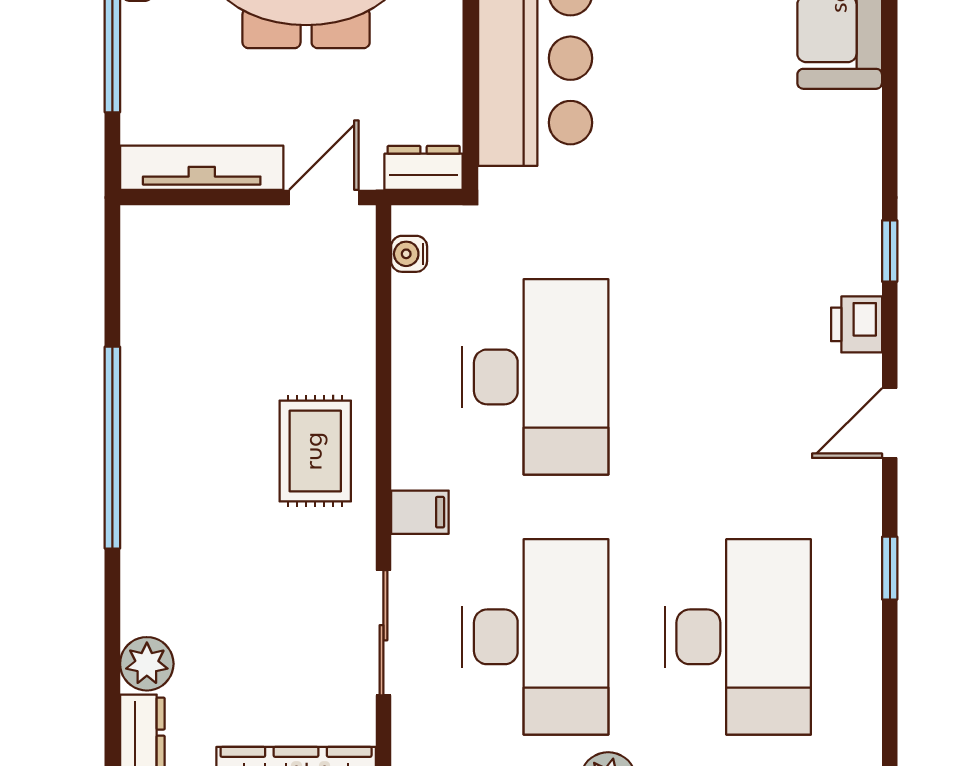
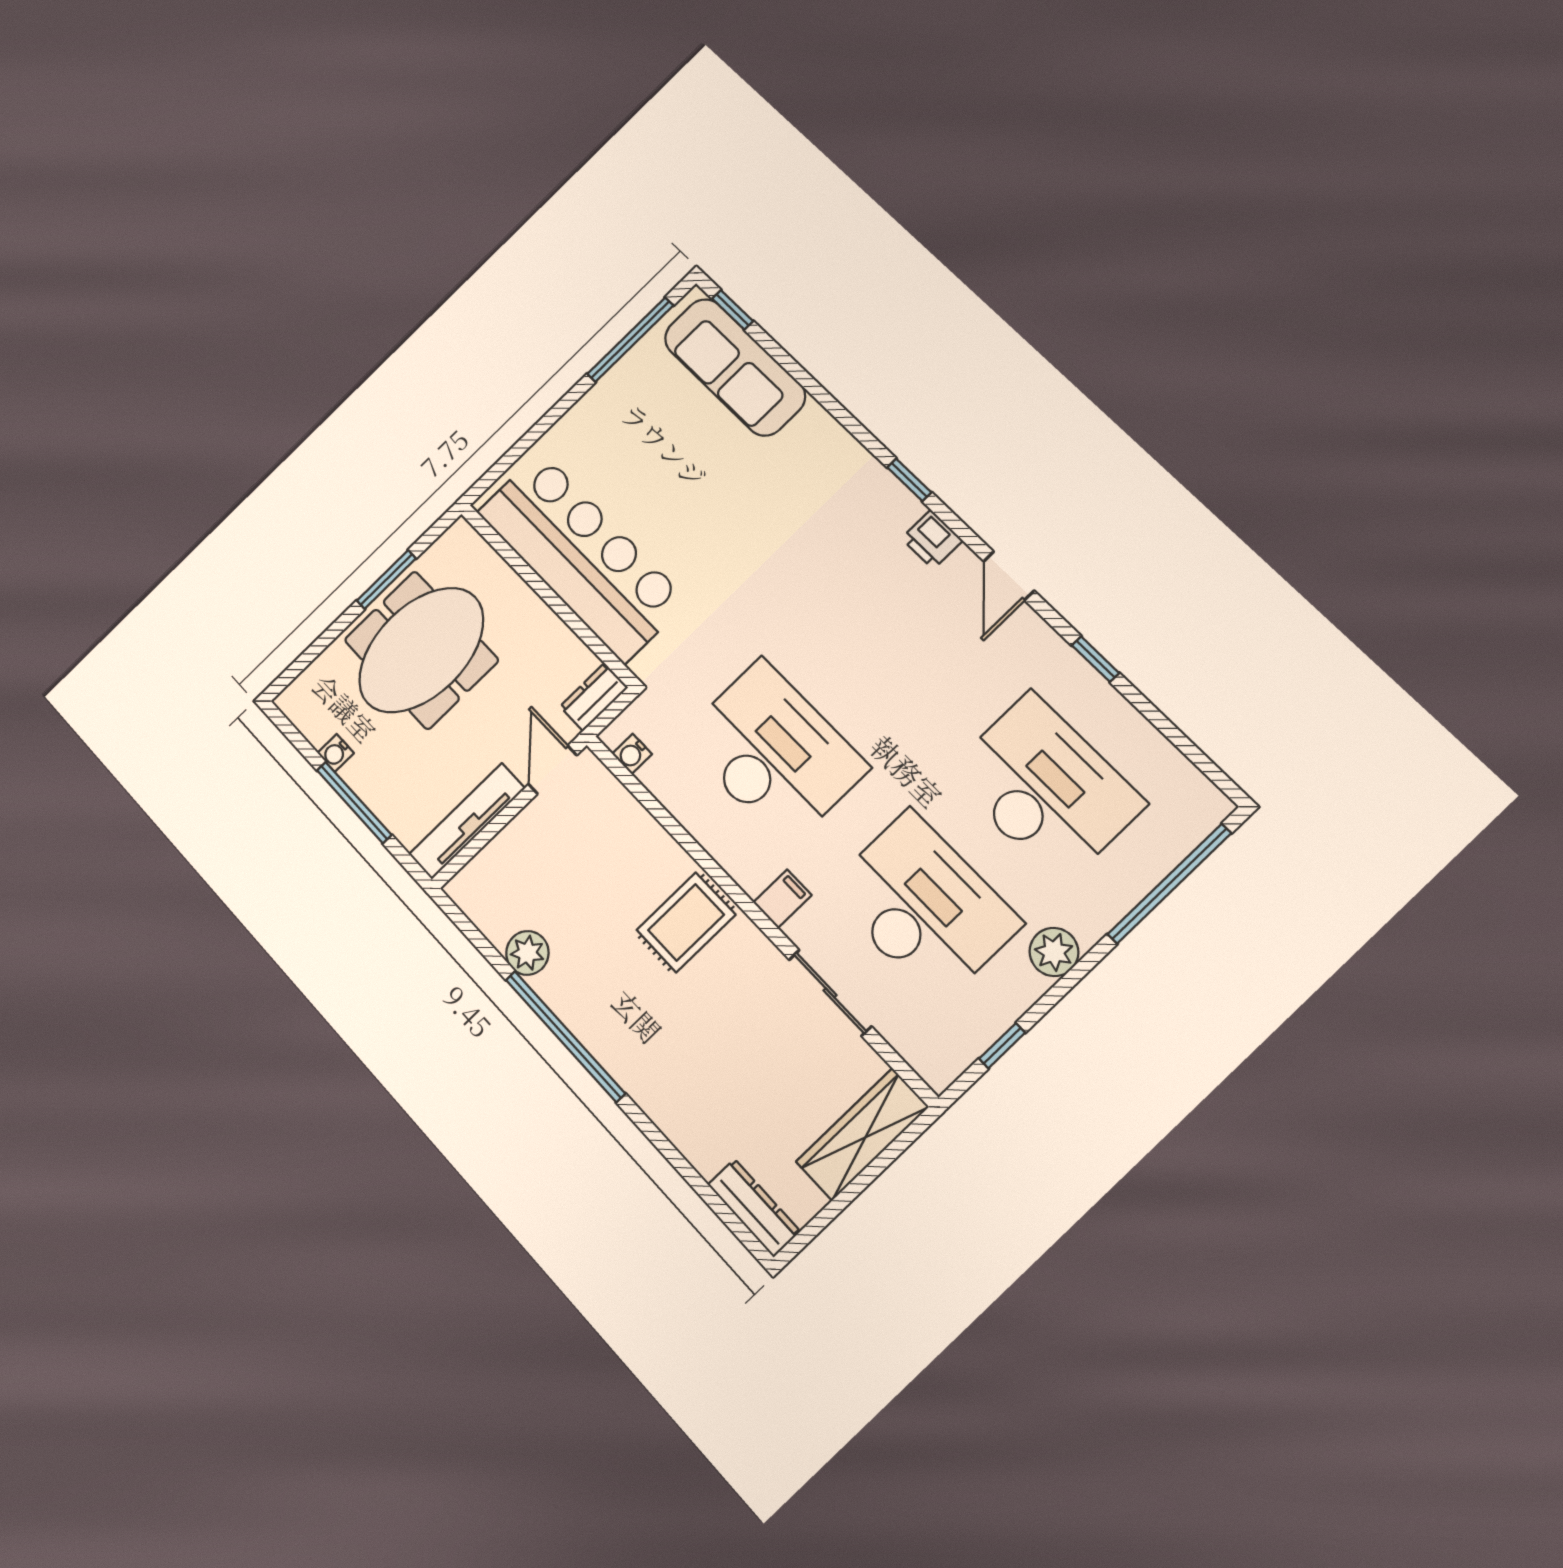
rug: (315, 451) -> (686, 922), turned 90
plant: (147, 664) -> (527, 953), moved

